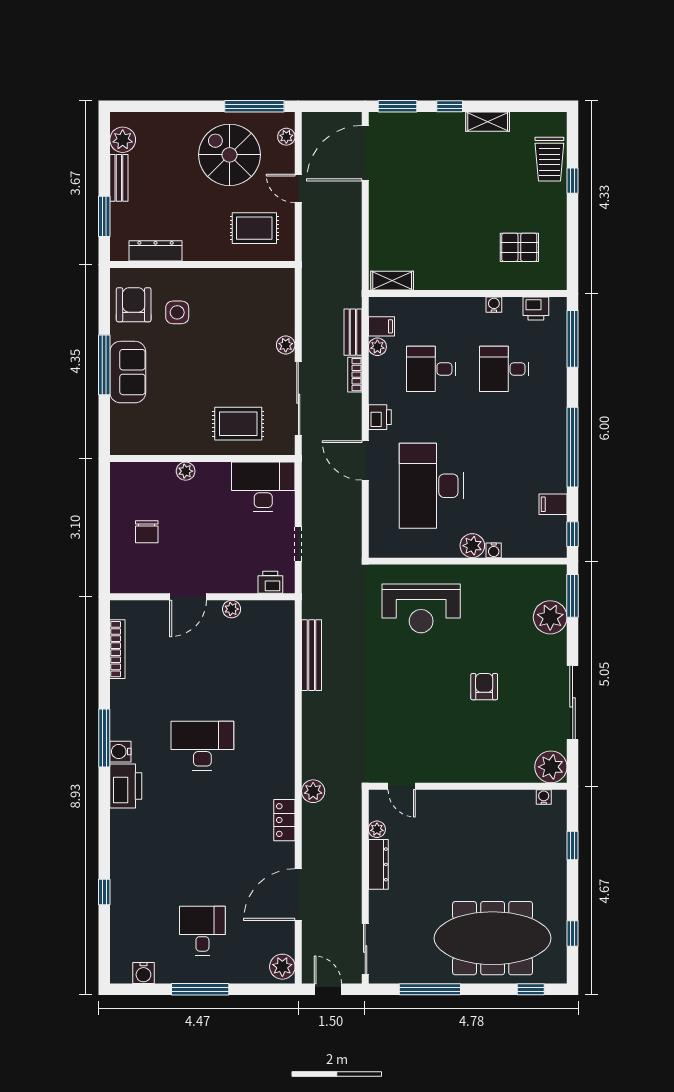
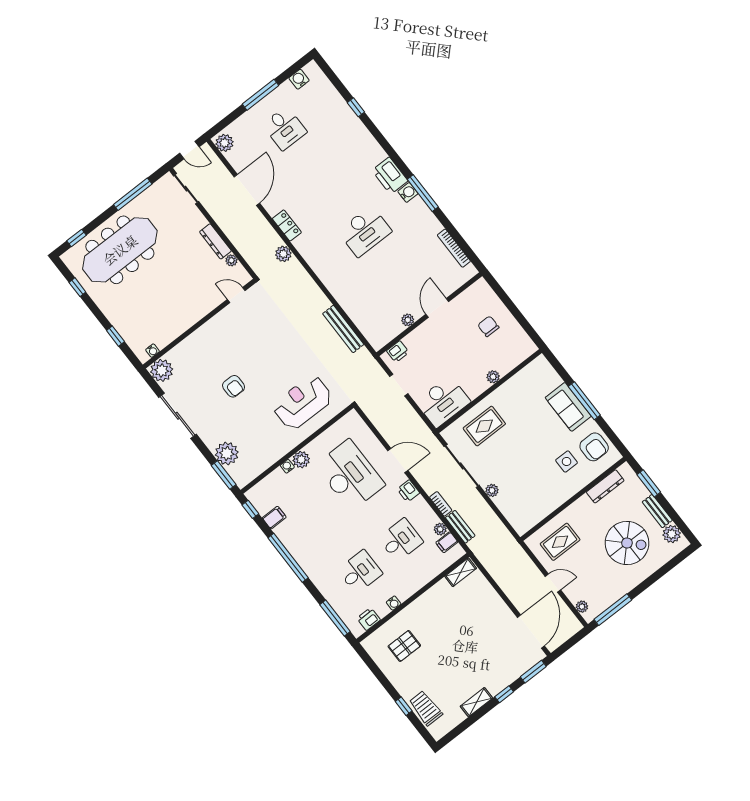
spiral stairs: (229, 155) -> (627, 543), moved

